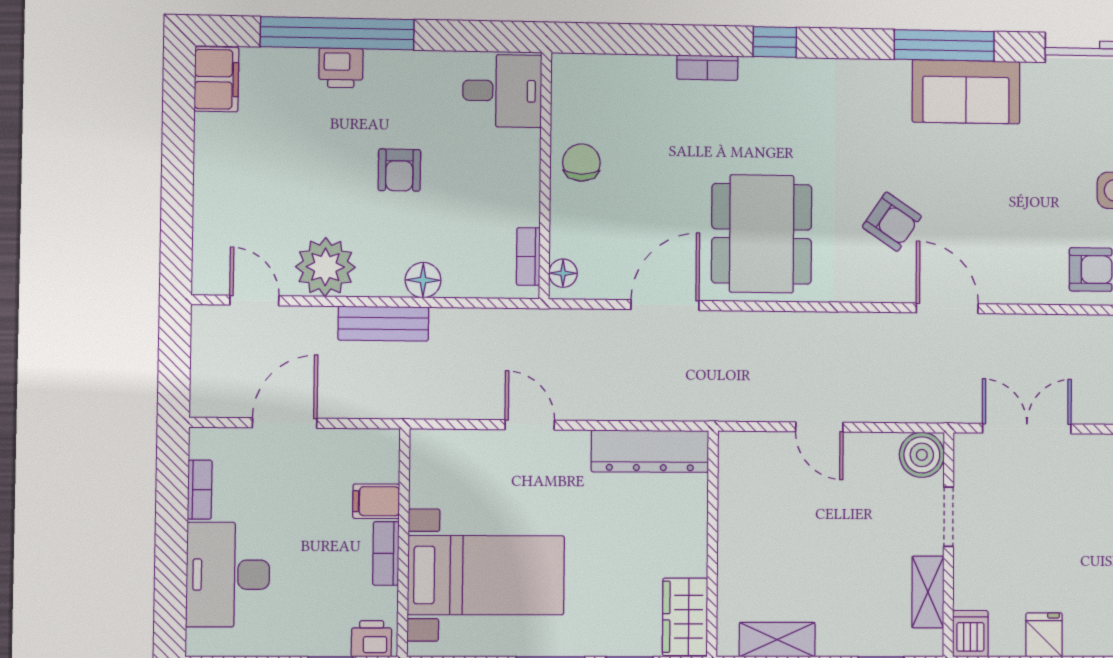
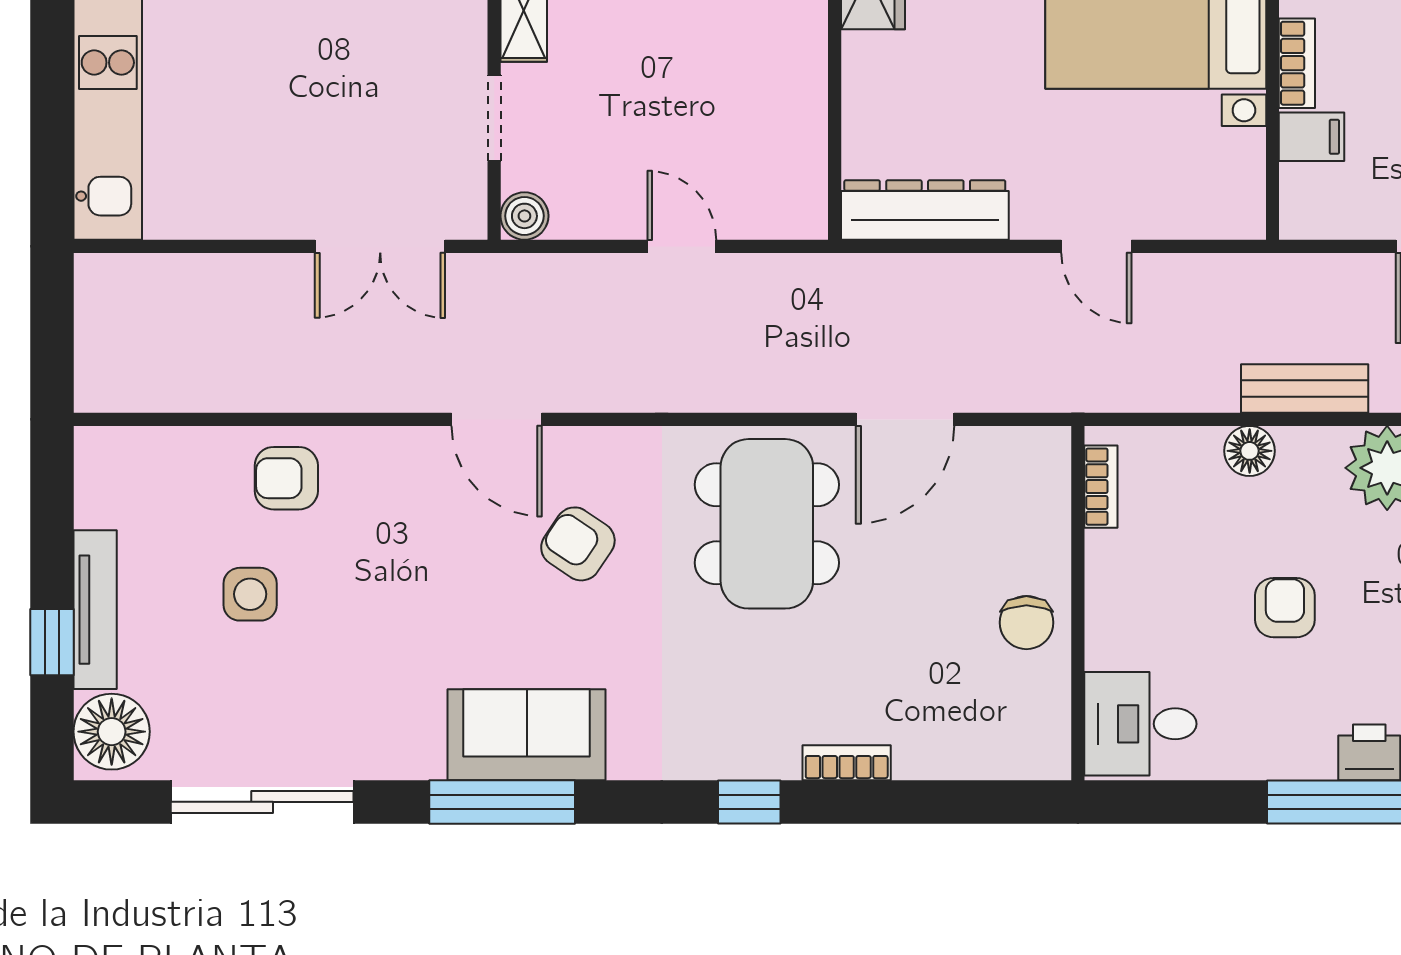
sofa: (966, 92) -> (527, 735), moved
floor lamp: (563, 273) -> (1051, 463), removed
boiler: (922, 455) -> (524, 216), width x0.73, depth x0.73

